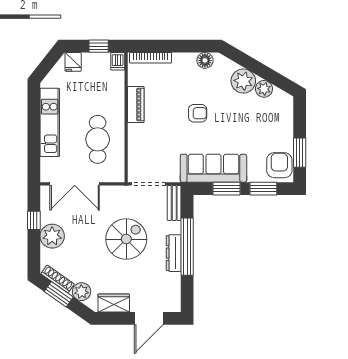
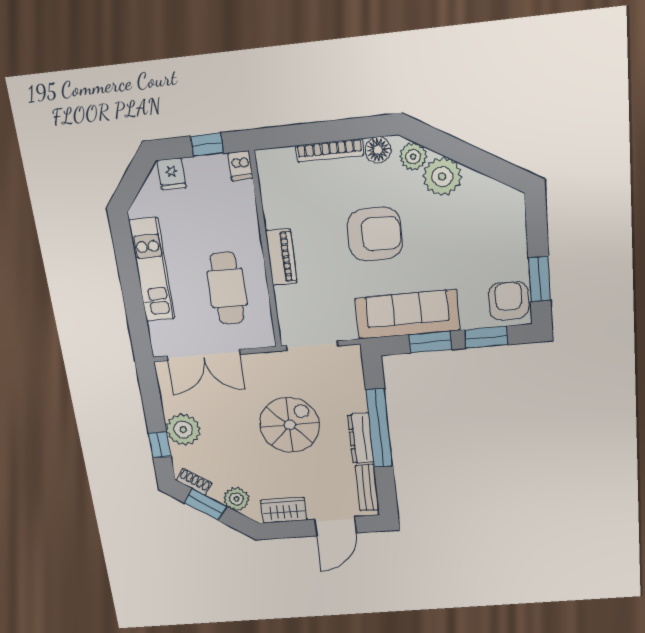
bookcase: (151, 58) -> (330, 151), moved
plant: (264, 89) -> (413, 157), moved
piano: (136, 105) -> (281, 257), moved
armchair: (198, 113) -> (375, 234), width x1.88, depth x1.88
bench: (174, 203) -> (367, 488), moved
window: (34, 220) -> (160, 445), moved
shoe rack: (58, 279) -> (194, 482), width x0.70

